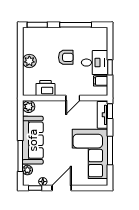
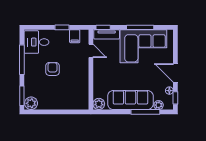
plant: (29, 61) -> (31, 103), moved
desk: (95, 63) -> (36, 42), moved, turned -90
printer: (45, 88) -> (81, 88), removed
door: (73, 98) -> (91, 51), moved

